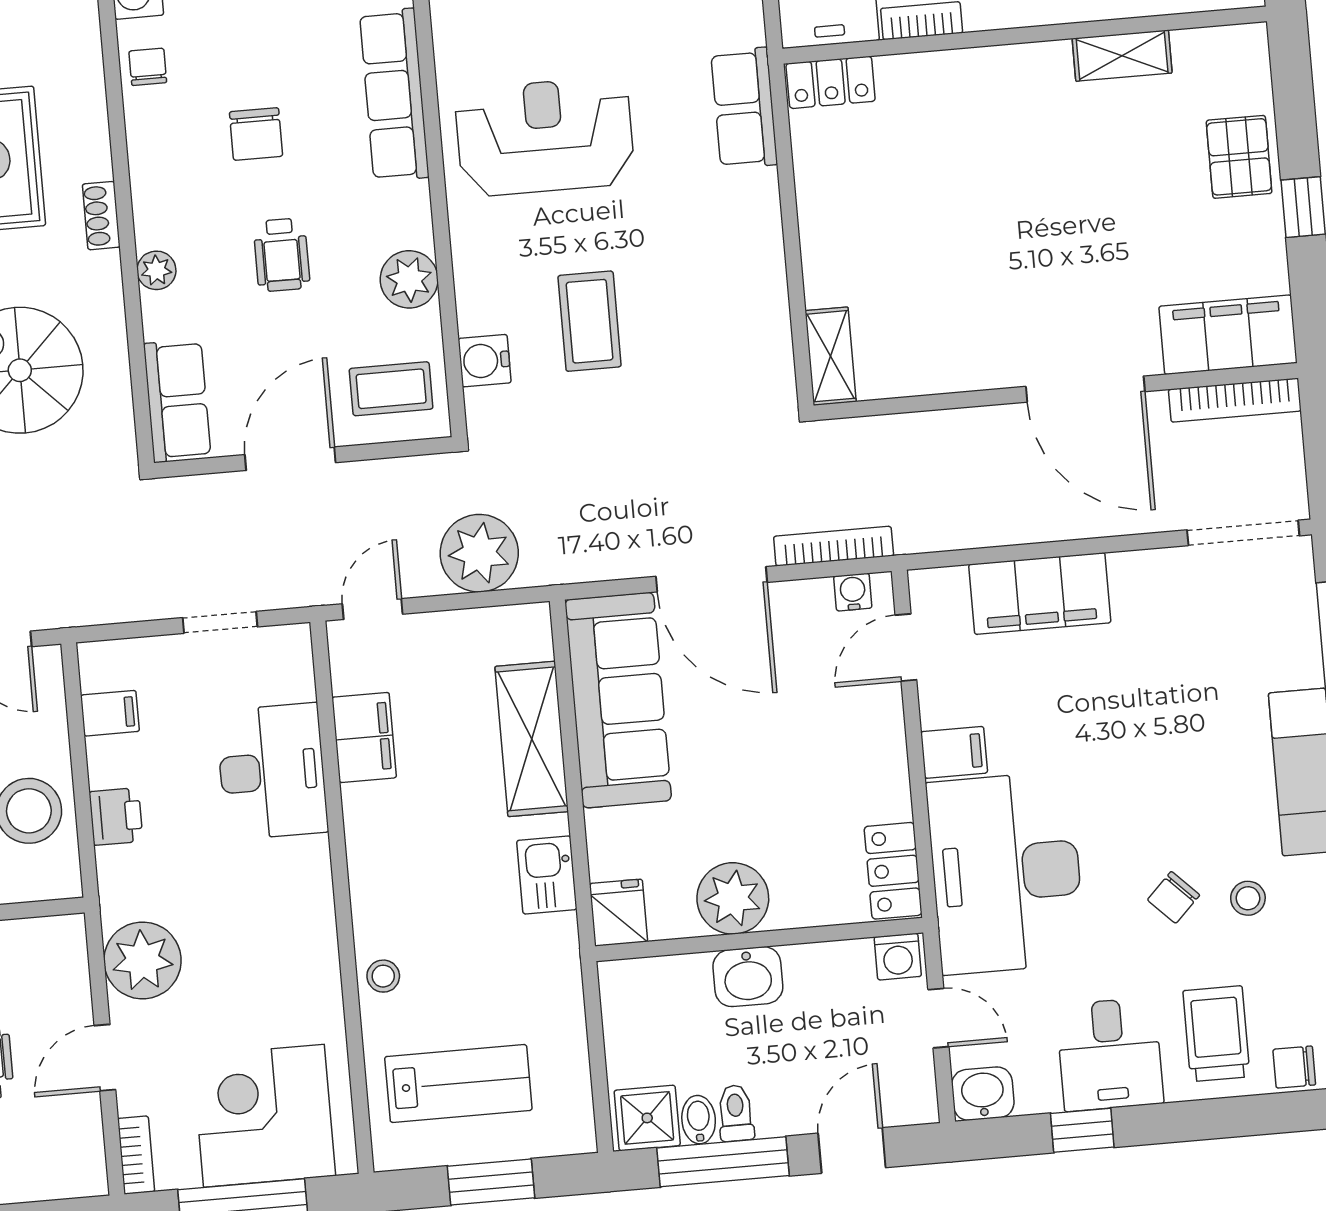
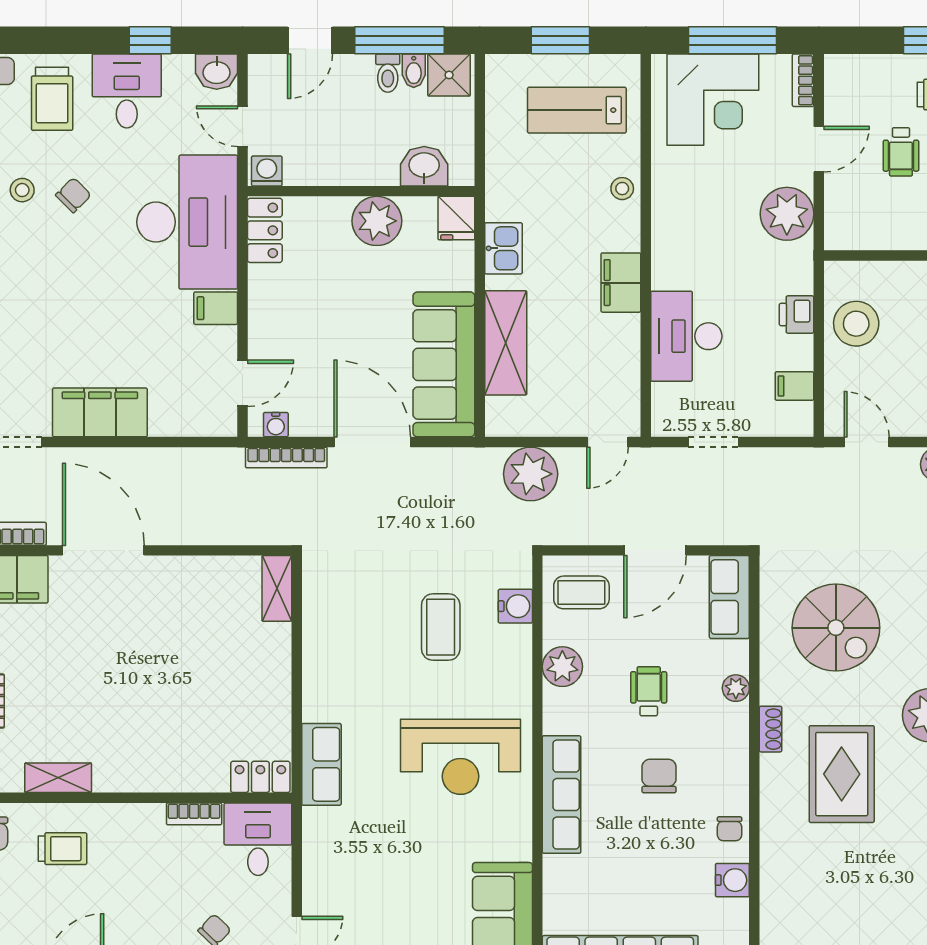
filing cabinet: (1040, 594) -> (100, 412), moved
filing cabinet: (364, 737) -> (621, 283), moved
washbasin: (748, 977) -> (424, 166), moved

